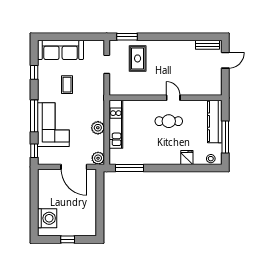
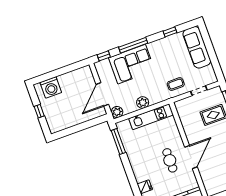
coffee table: (67, 85) -> (176, 84), moved
door: (173, 98) -> (191, 157), width x1.87

